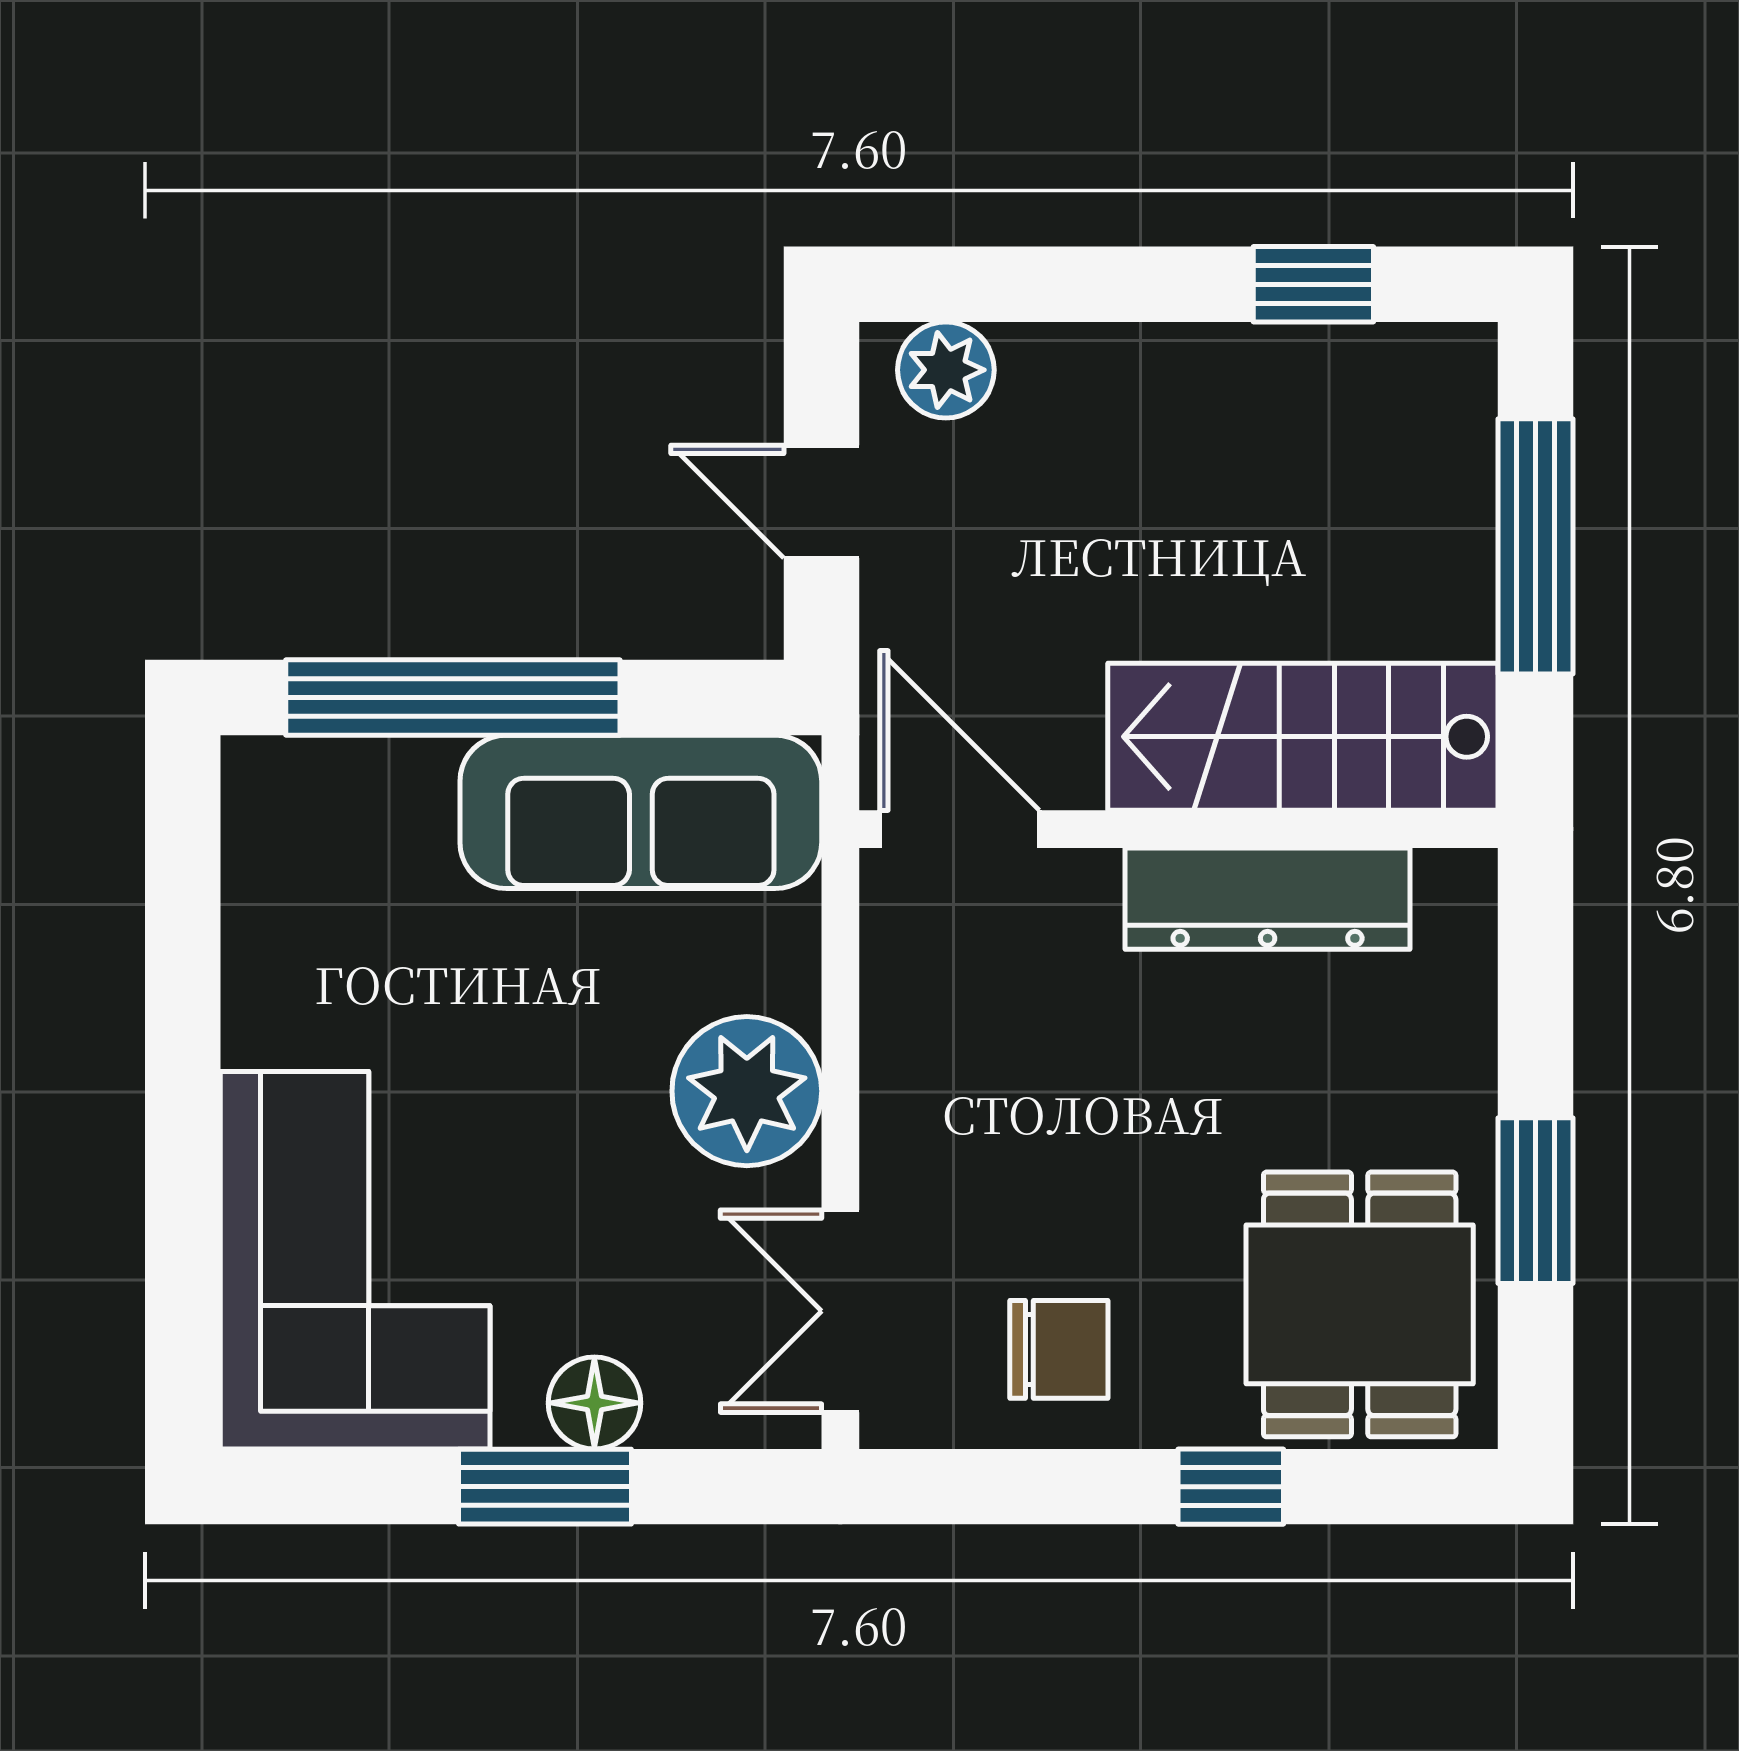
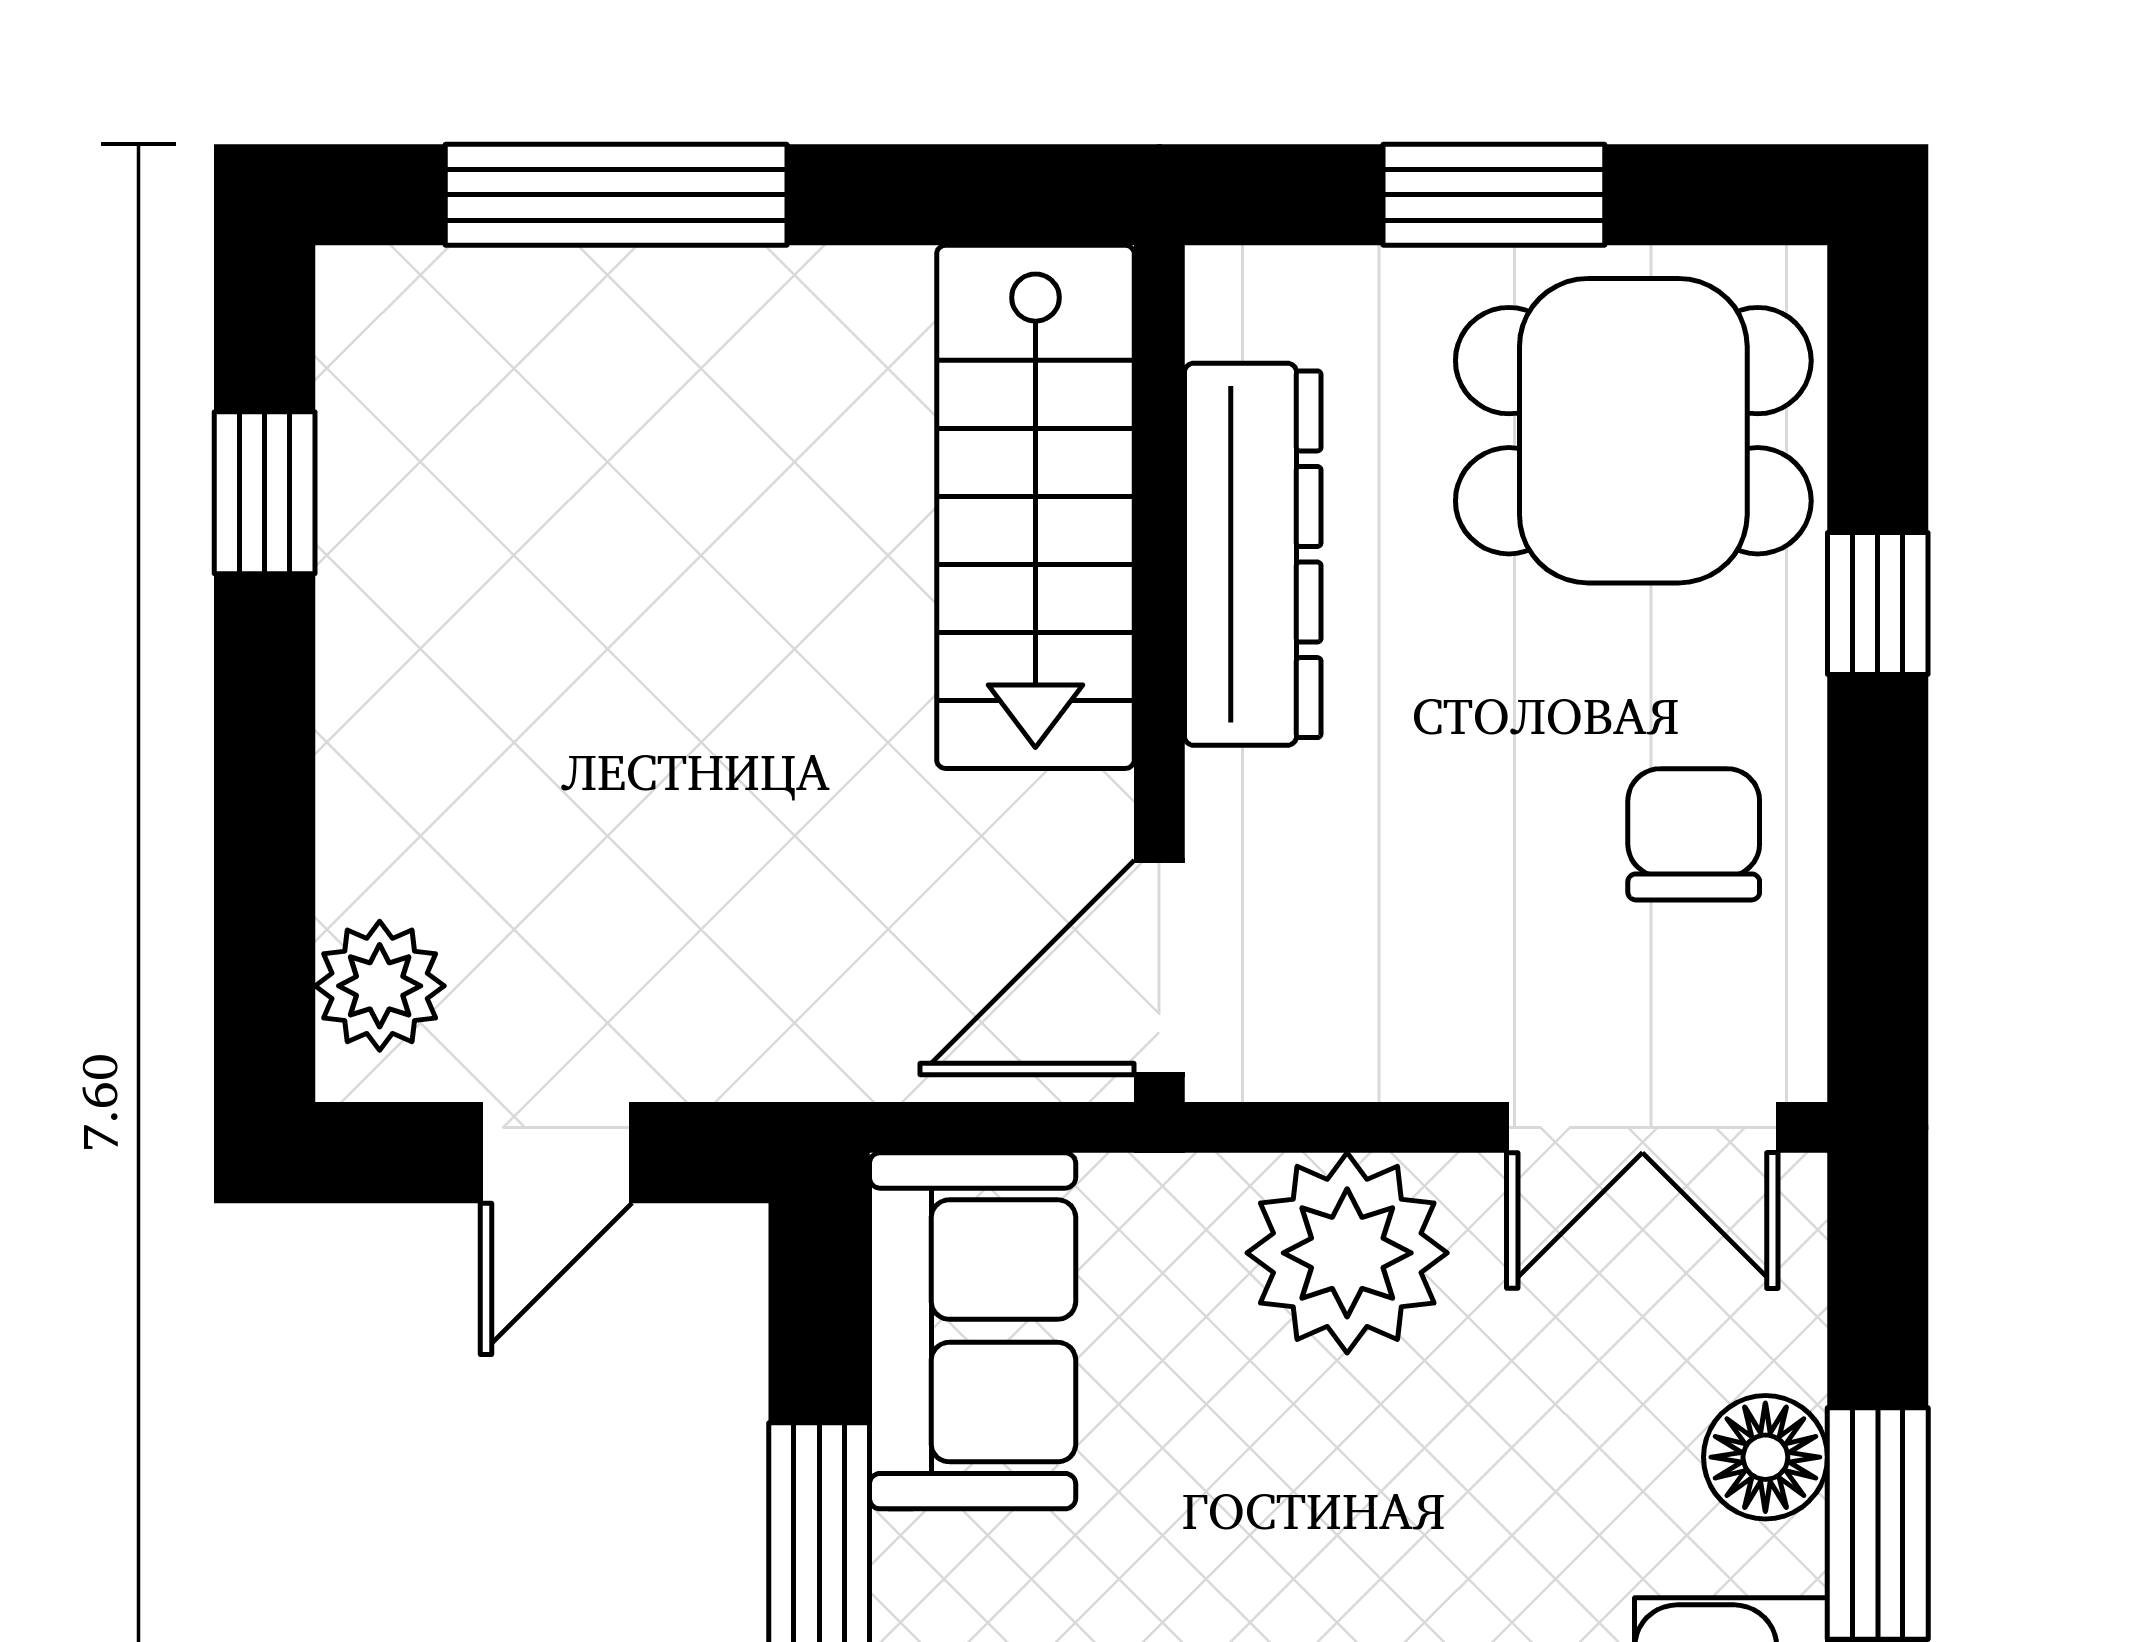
stairs: (1303, 737) -> (1035, 507), moved
sofa: (641, 812) -> (973, 1331), width x0.73
door: (959, 829) -> (1159, 968), moved
wall: (1178, 829) -> (1159, 674), moved
dresser: (1268, 899) -> (1253, 554), moved

